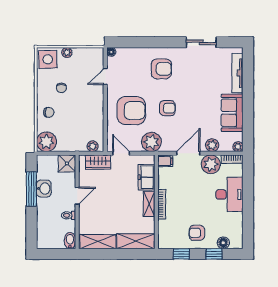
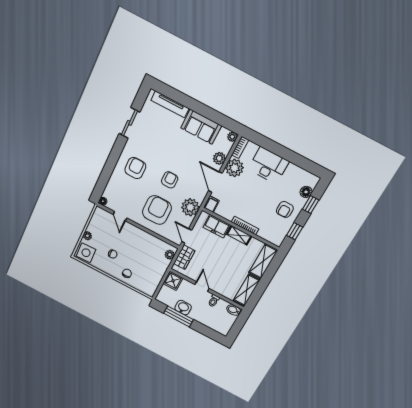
plant: (46, 142) -> (148, 287), removed
door: (121, 153) -> (187, 236), hinge flipped

